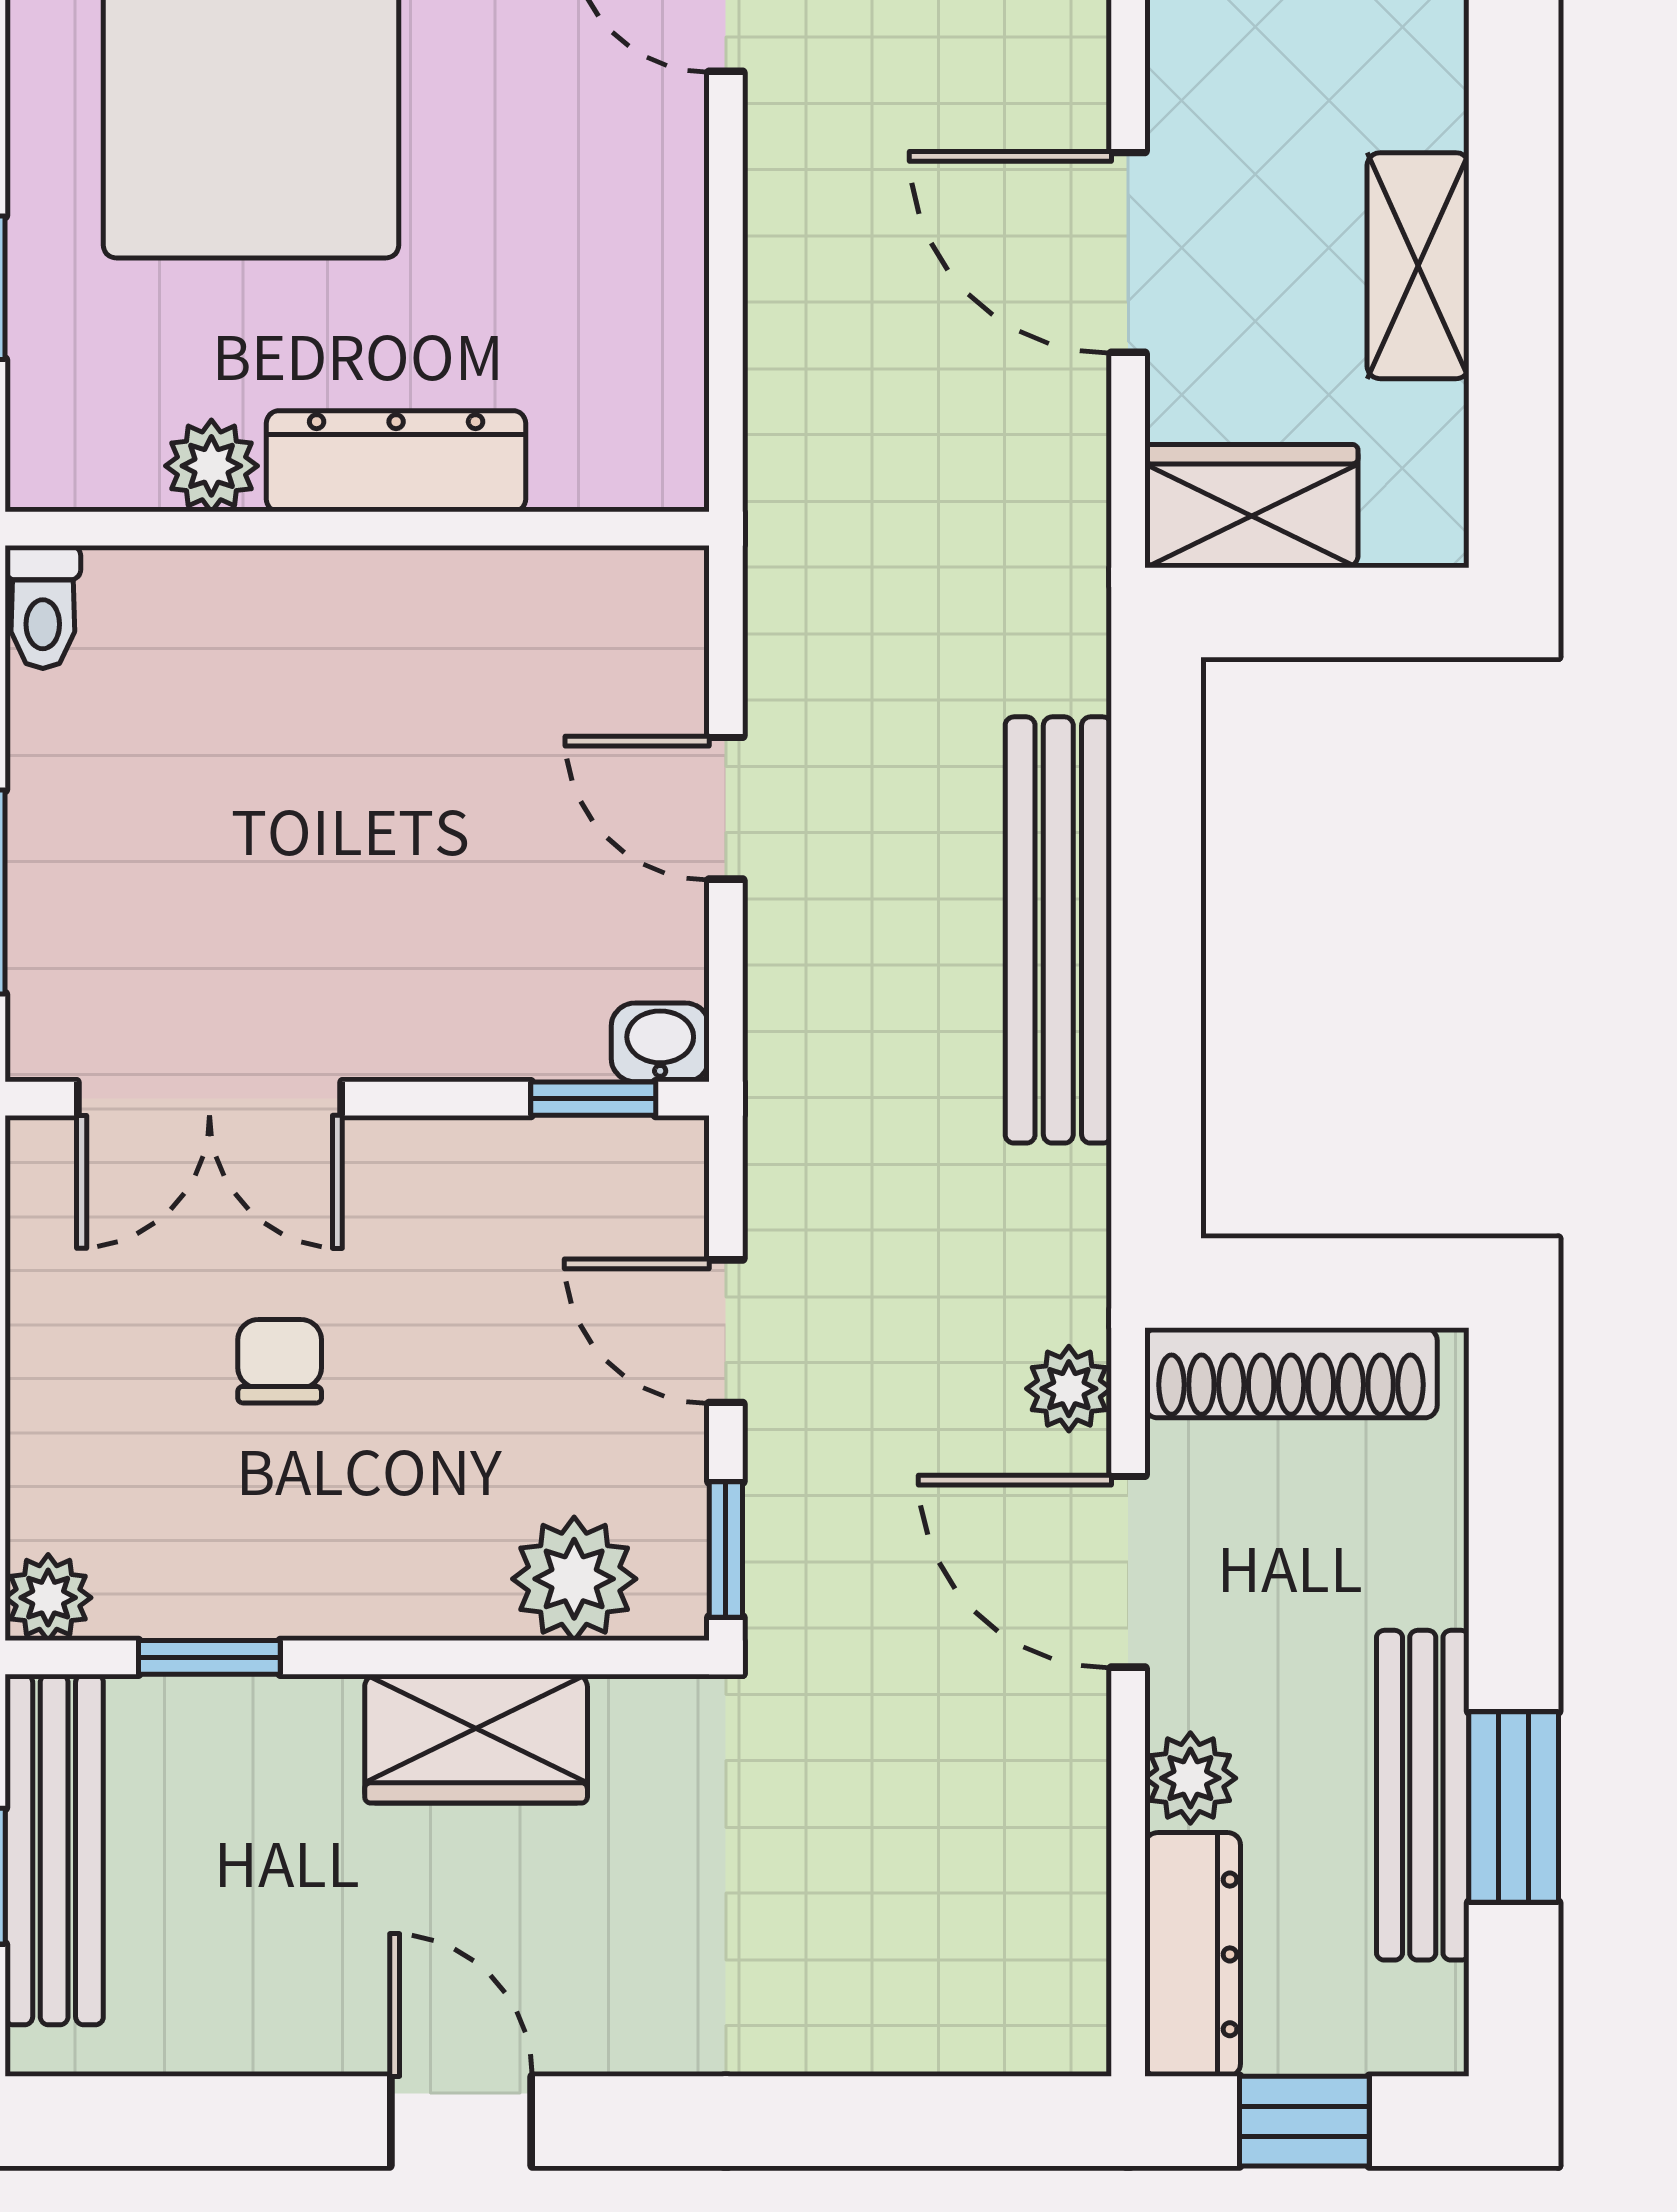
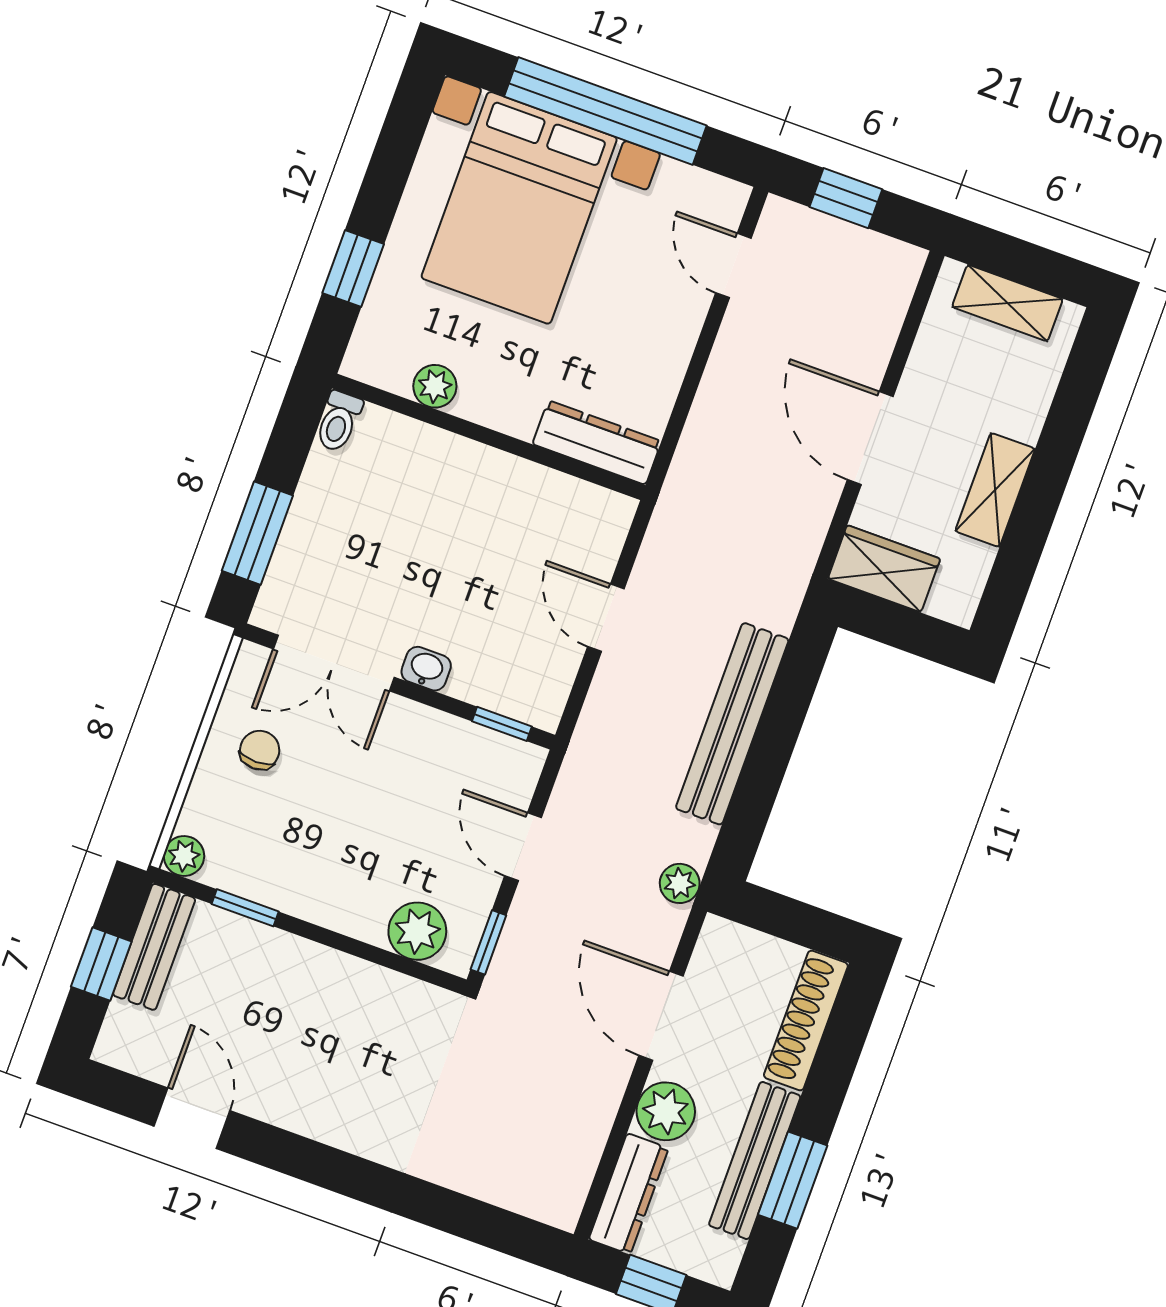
dresser: (396, 461) -> (597, 443), moved
washbasin: (660, 1042) -> (426, 669), moved
chair: (280, 1361) -> (260, 750), moved
shoe rack: (1291, 1373) -> (806, 1020), moved, turned 90
plant: (1069, 1389) -> (680, 883), moved
wardrobe: (476, 1739) -> (349, 986), removed
plant: (1190, 1778) -> (666, 1111), width x1.38, depth x1.38
bench: (54, 1850) -> (154, 947), width x0.73
door: (461, 2121) -> (192, 1118), moved

